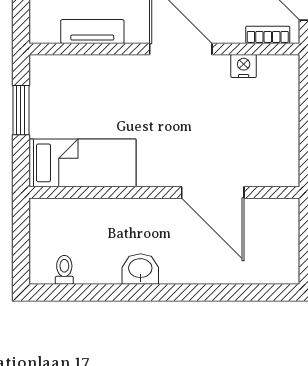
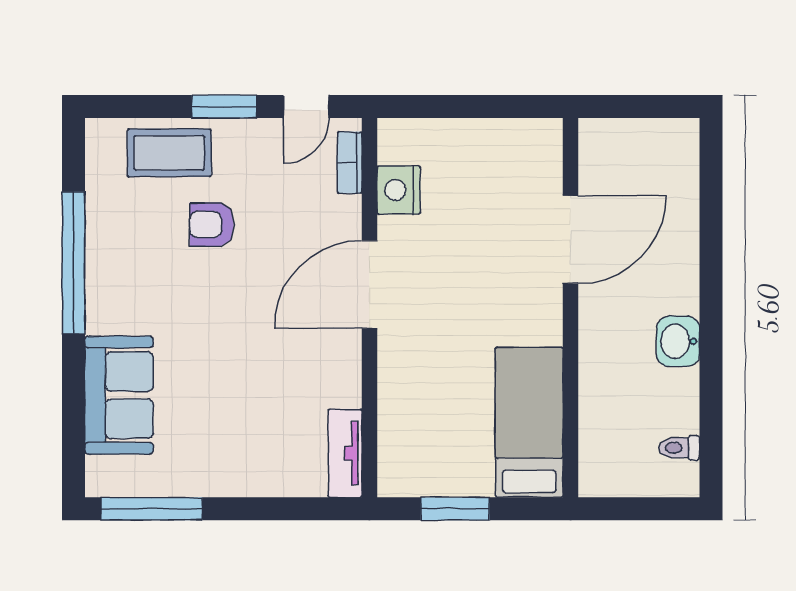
tv unit: (92, 32) -> (345, 453), moved
nightstand: (244, 66) -> (399, 190), width x1.36, depth x1.33

